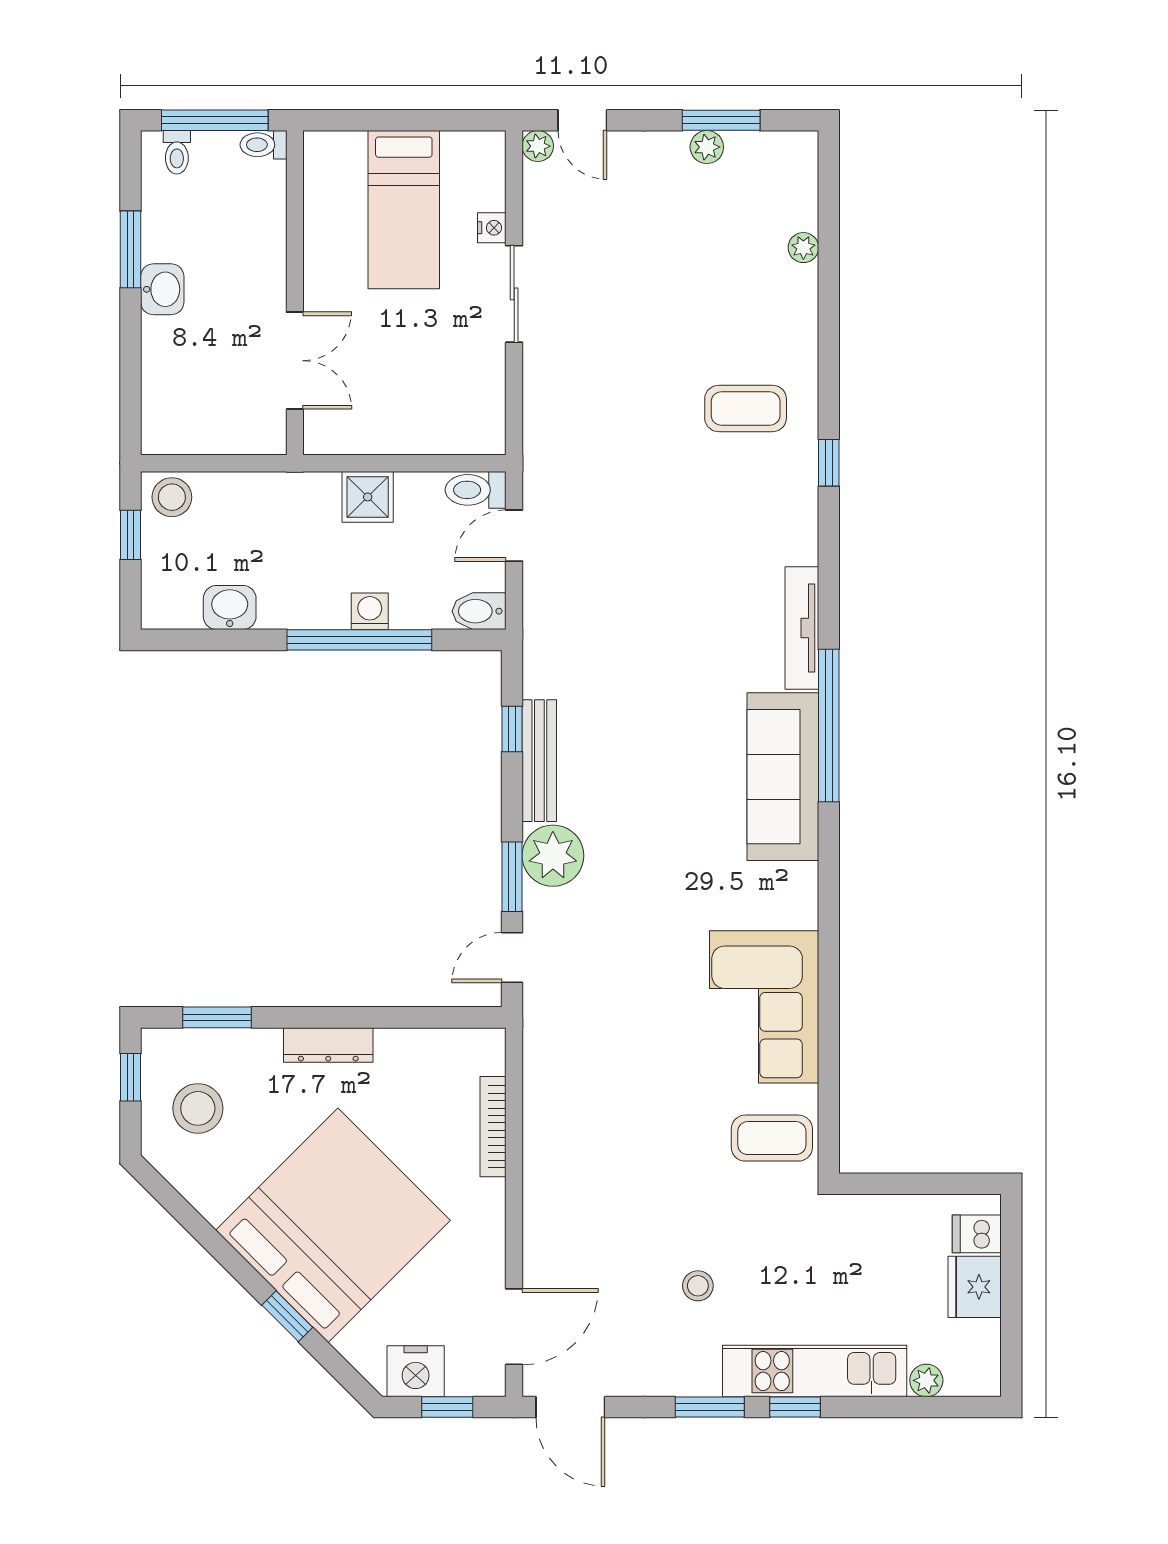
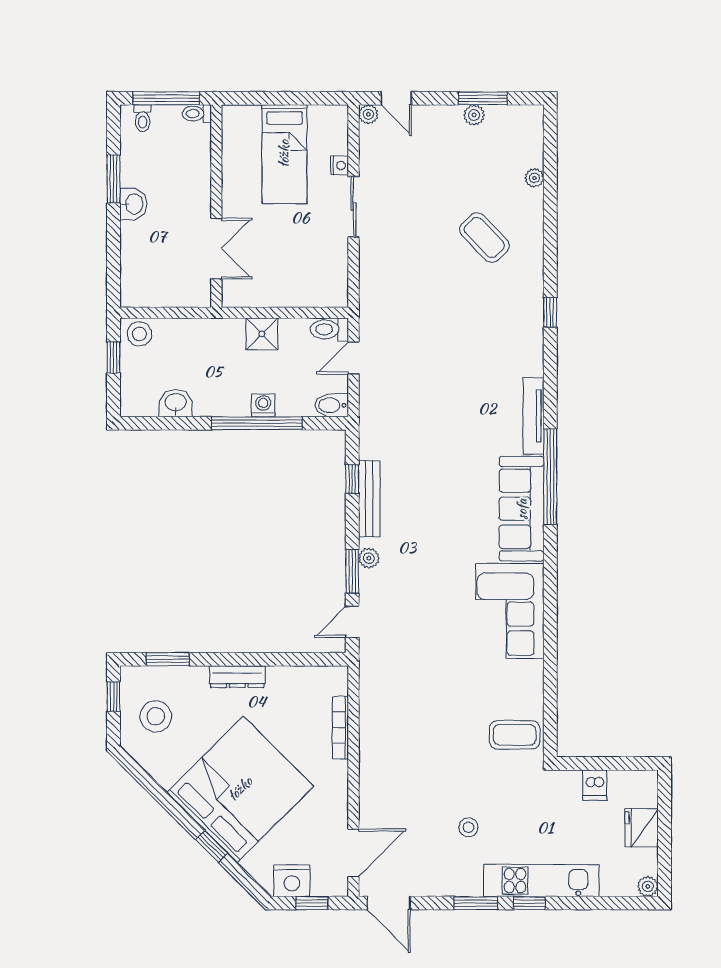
coffee table: (746, 408) -> (484, 238), moved, turned 46
plant: (553, 856) -> (369, 558), width x0.53, depth x0.53
corner sofa: (764, 1007) -> (510, 611), moved
dishwasher: (977, 1234) -> (595, 785), moved, turned -90
plant: (926, 1380) -> (648, 886), moved

